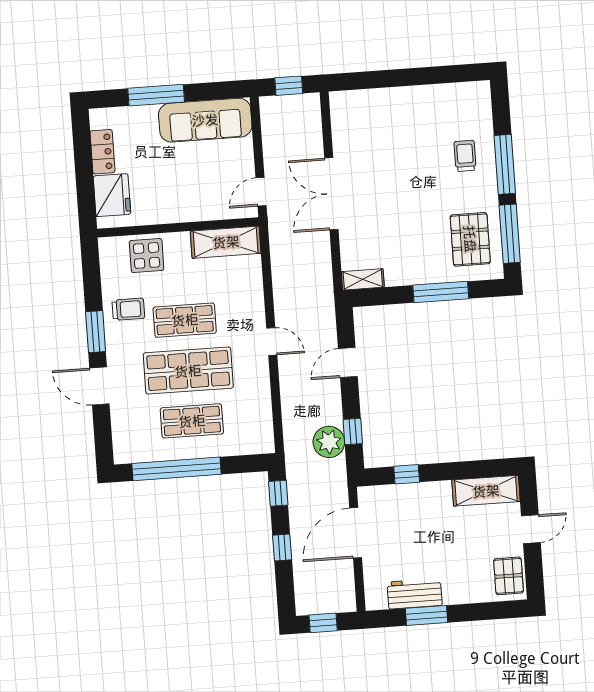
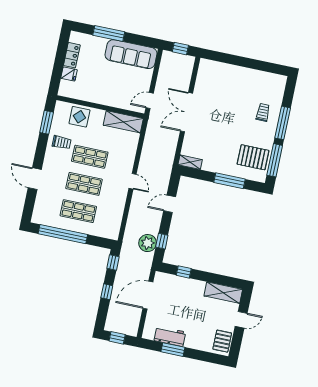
fridge: (112, 195) -> (69, 74), width x0.53, depth x0.75
pallet: (470, 239) -> (253, 157), turned 90
window: (96, 332) -> (47, 122), moved
shop shelf: (188, 371) -> (84, 184), width x0.70, depth x0.74

